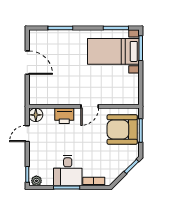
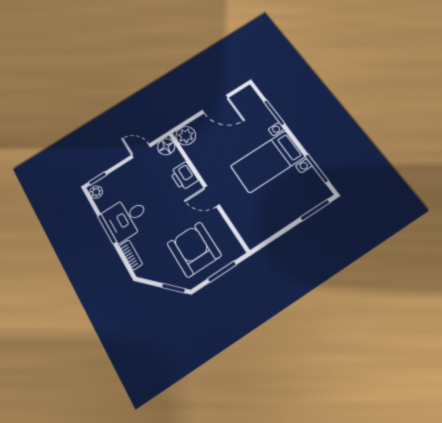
bed with nightstands: (113, 51) -> (268, 161), moved, turned -90
door: (27, 63) -> (215, 104), hinge flipped
plant: (37, 97) -> (186, 136), added
armchair: (122, 130) -> (194, 249), moved

